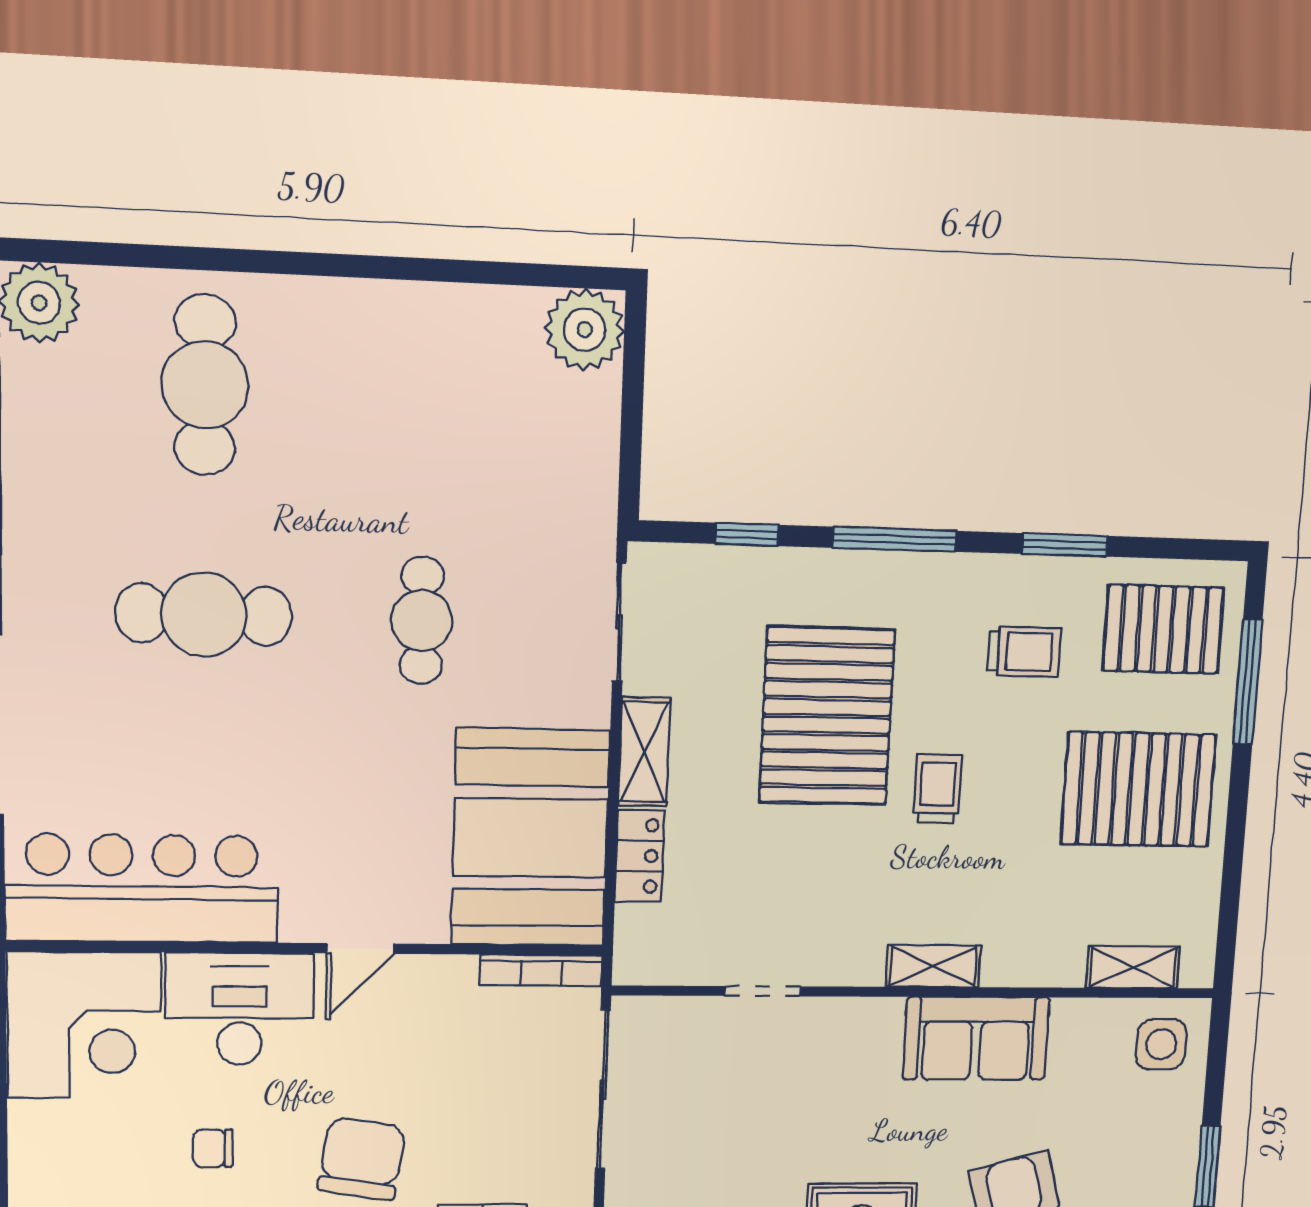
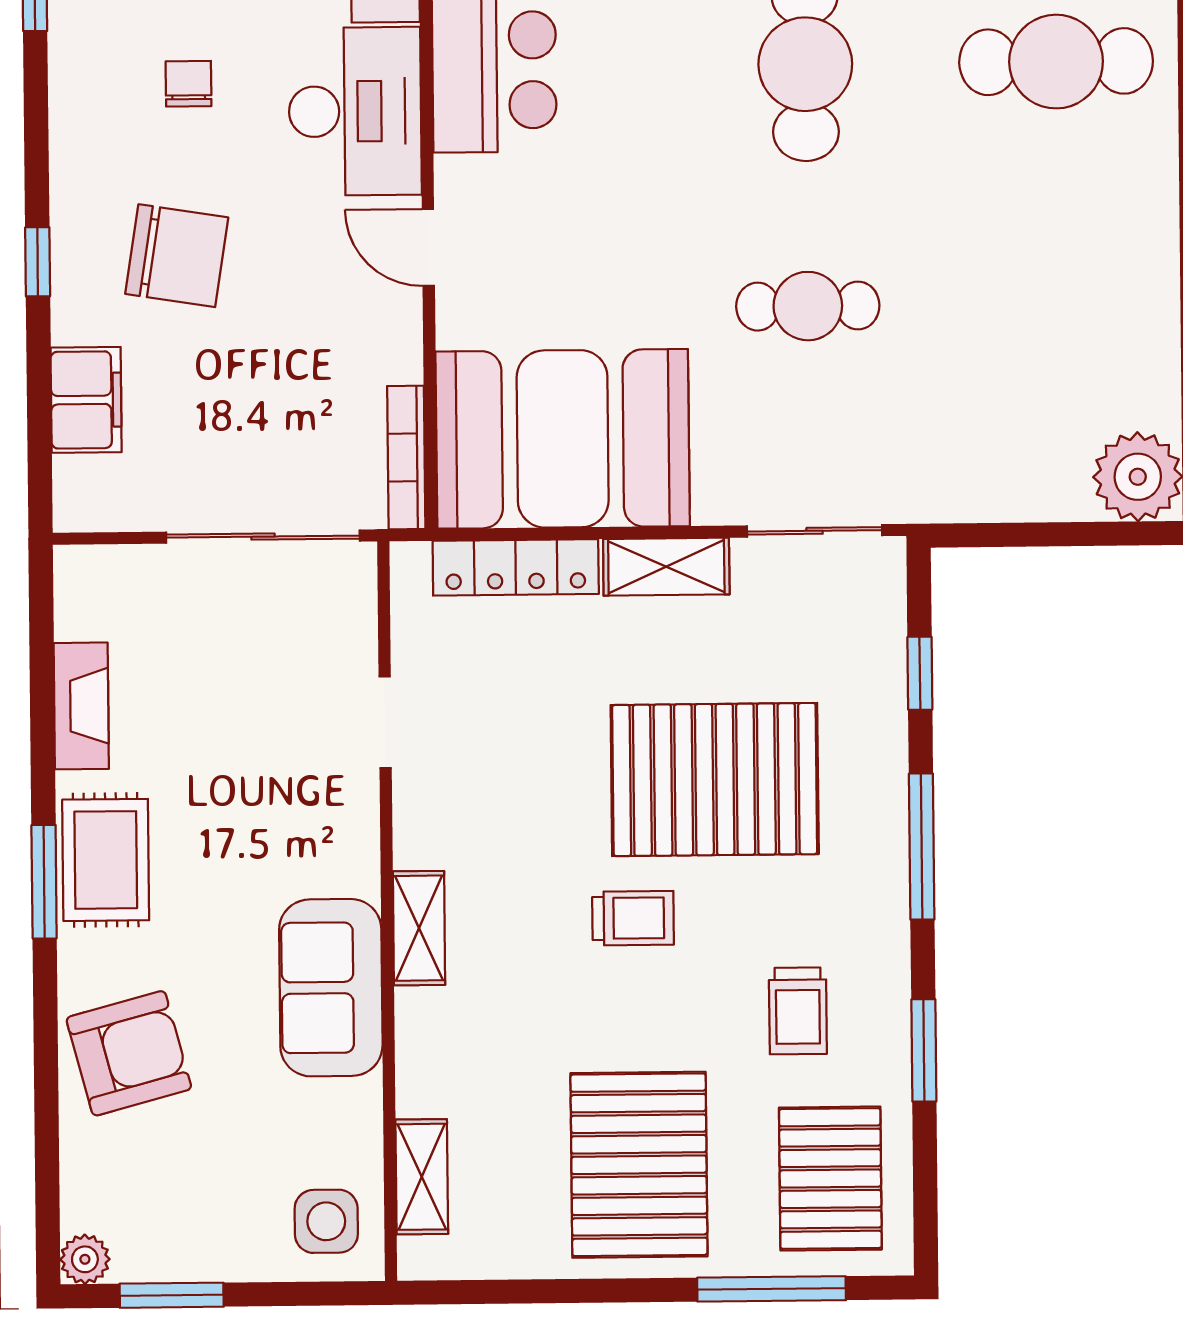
locker: (640, 856) -> (516, 567), width x1.53

